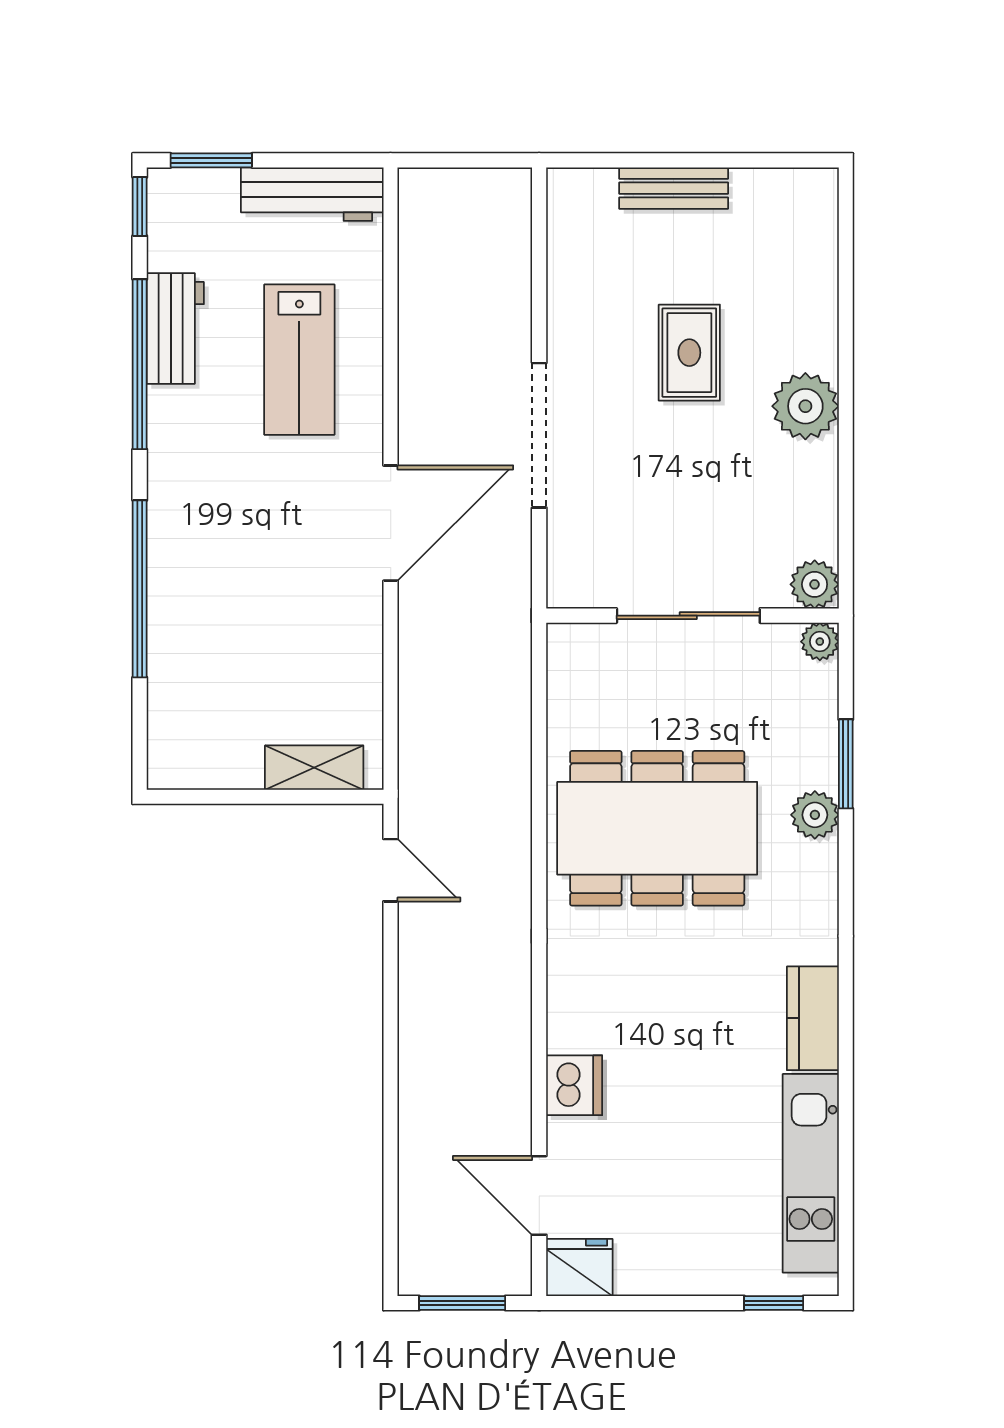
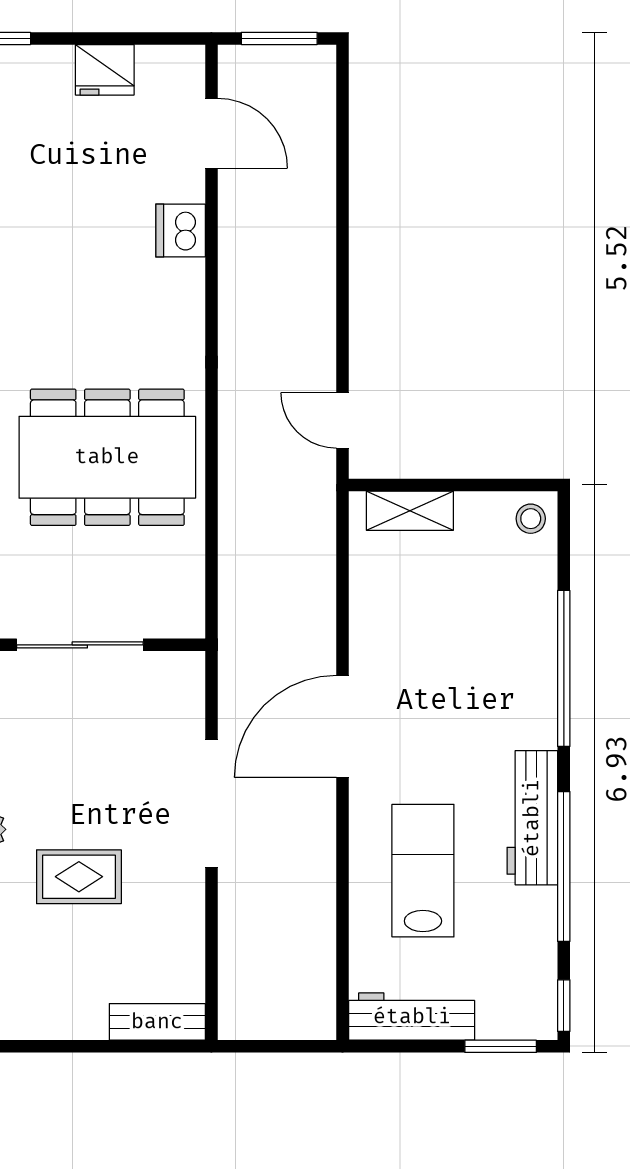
bench: (674, 188) -> (157, 1022), moved
workbench: (175, 329) -> (532, 818), moved, width x1.38
rug: (689, 353) -> (79, 877), turned 90
stool: (177, 759) -> (531, 519), added
fridge: (579, 1267) -> (105, 70), moved

